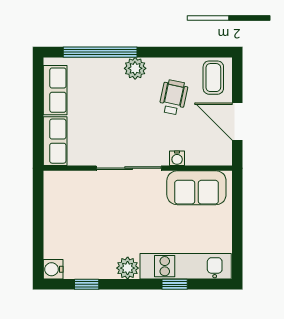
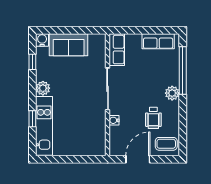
wheelchair: (173, 97) -> (153, 118), turned 78
row of seats: (55, 141) -> (117, 50), moved, turned -90
sofa: (196, 188) -> (69, 45), moved, turned -90

